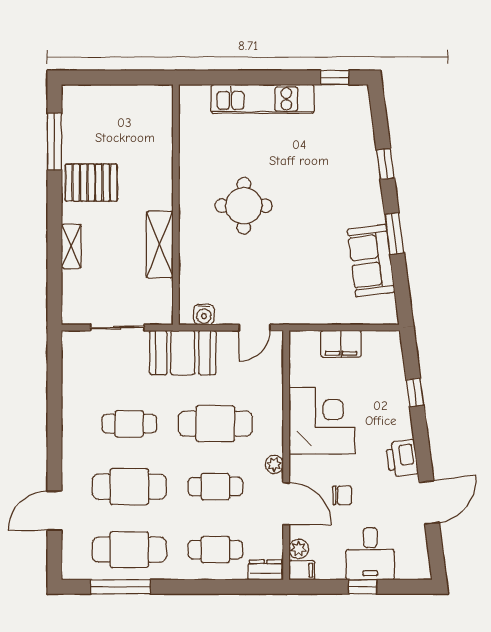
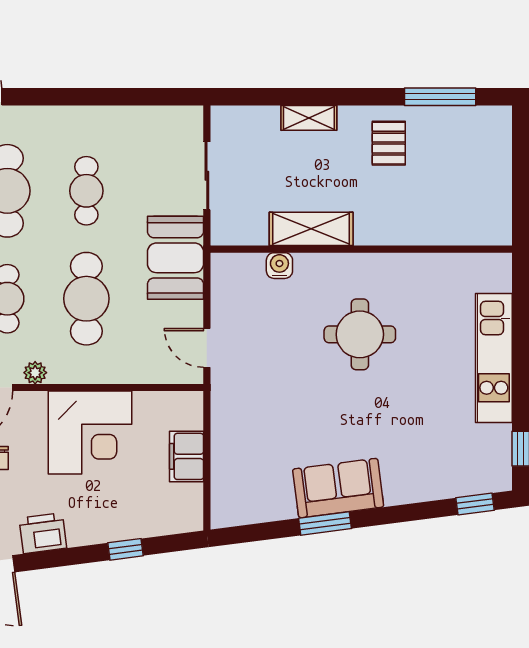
window: (385, 164) -> (475, 504), moved
pallet: (91, 183) -> (389, 143), width x0.67, depth x0.71
sofa: (371, 261) -> (338, 488), moved
water cooler: (204, 314) -> (279, 266), moved, turned 90

